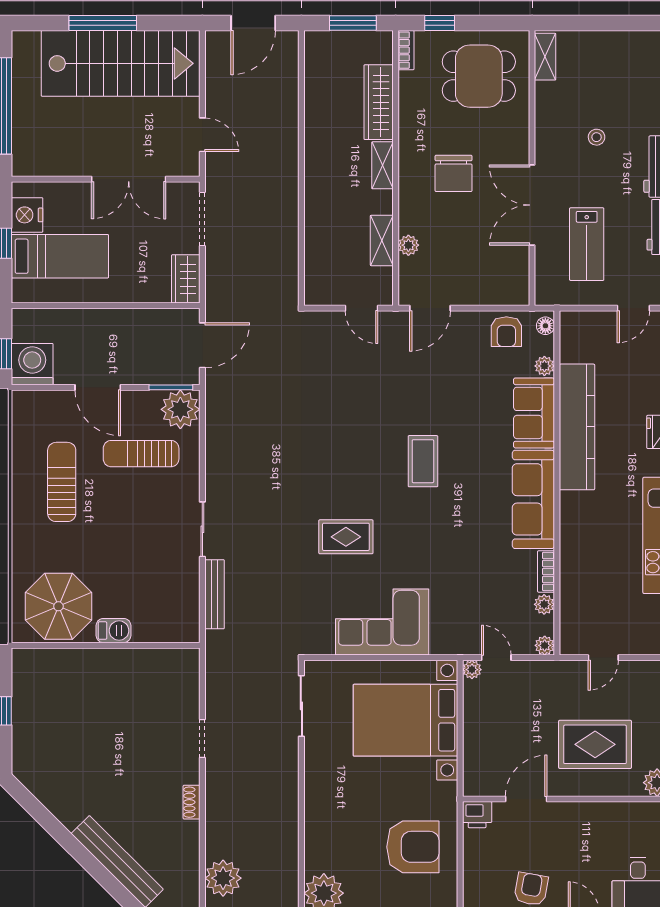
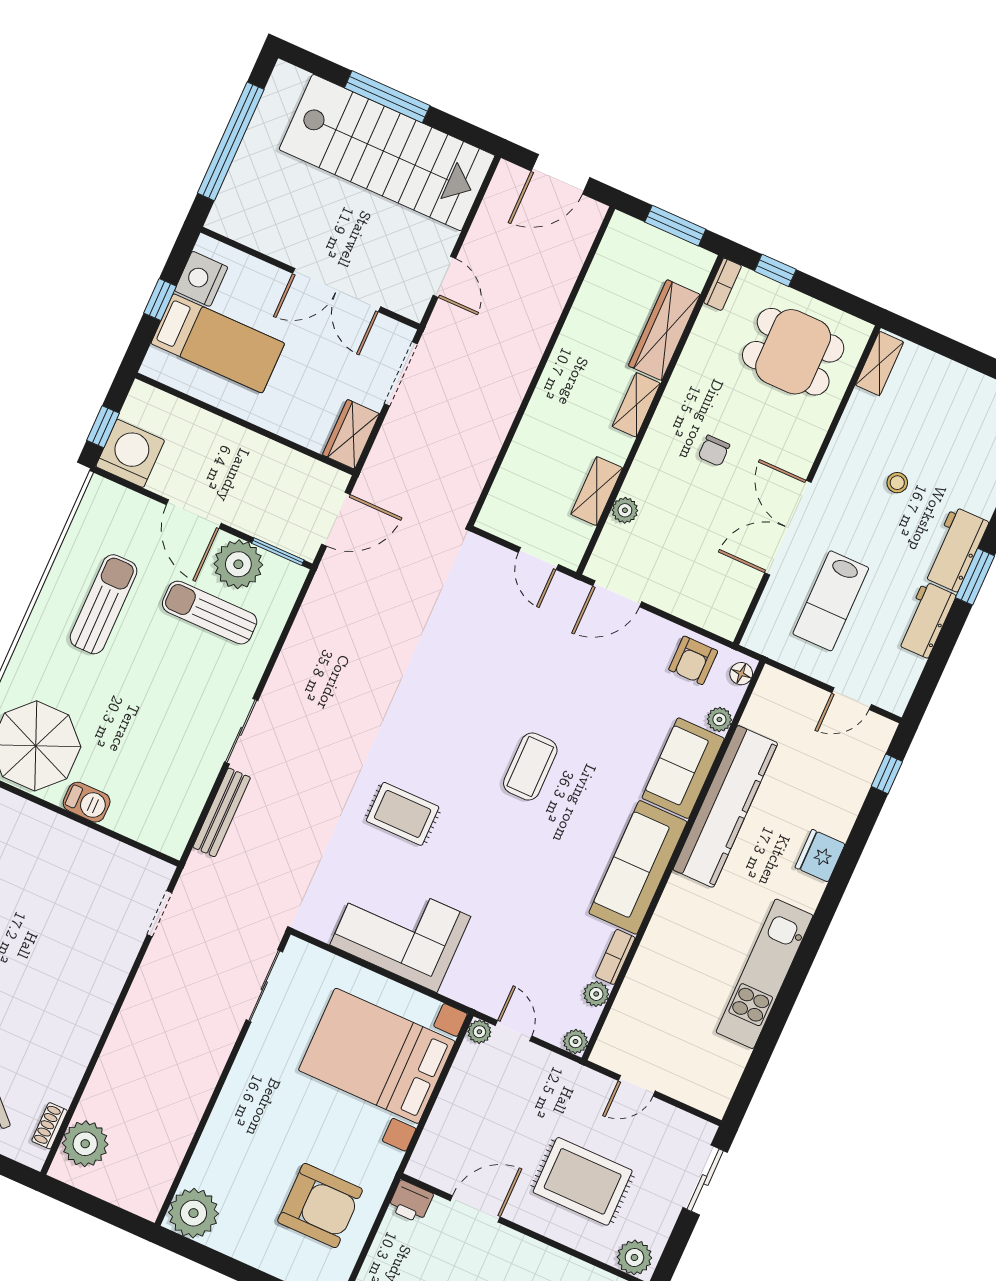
chair: (454, 173) -> (714, 451), width x0.54, depth x0.54
plant: (180, 409) -> (238, 564), moved
doorway: (202, 738) -> (159, 914), moved
shoe rack: (192, 802) -> (50, 1126), moved

